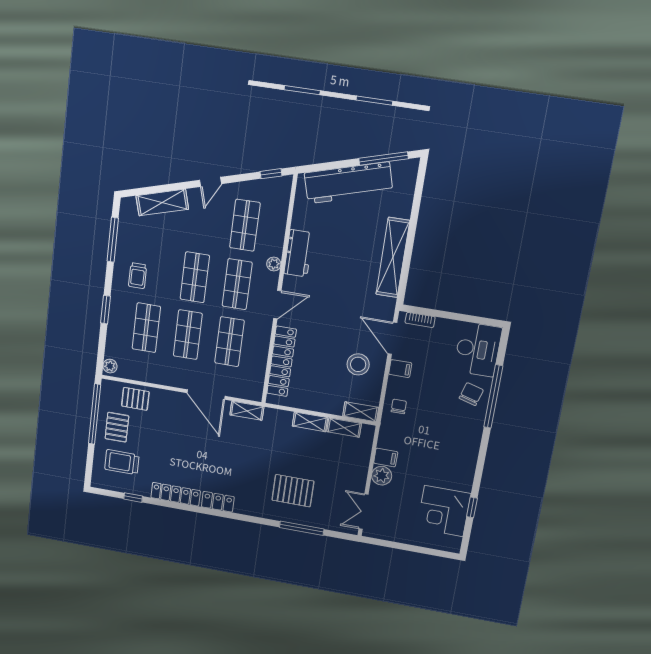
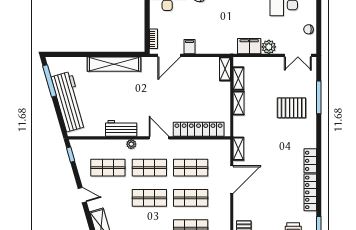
stool: (358, 364) -> (192, 76), removed
chair: (399, 406) -> (308, 29), moved
filing cabinet: (386, 458) -> (249, 46), width x2.00
pallet: (293, 491) -> (292, 108), turned 90

